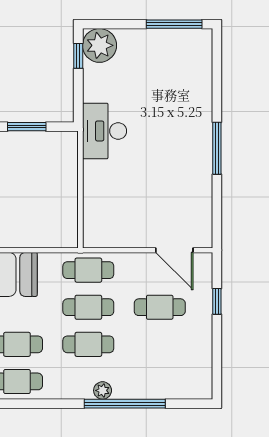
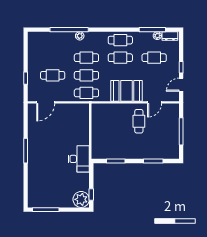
door: (174, 250) -> (46, 102), swing flipped

